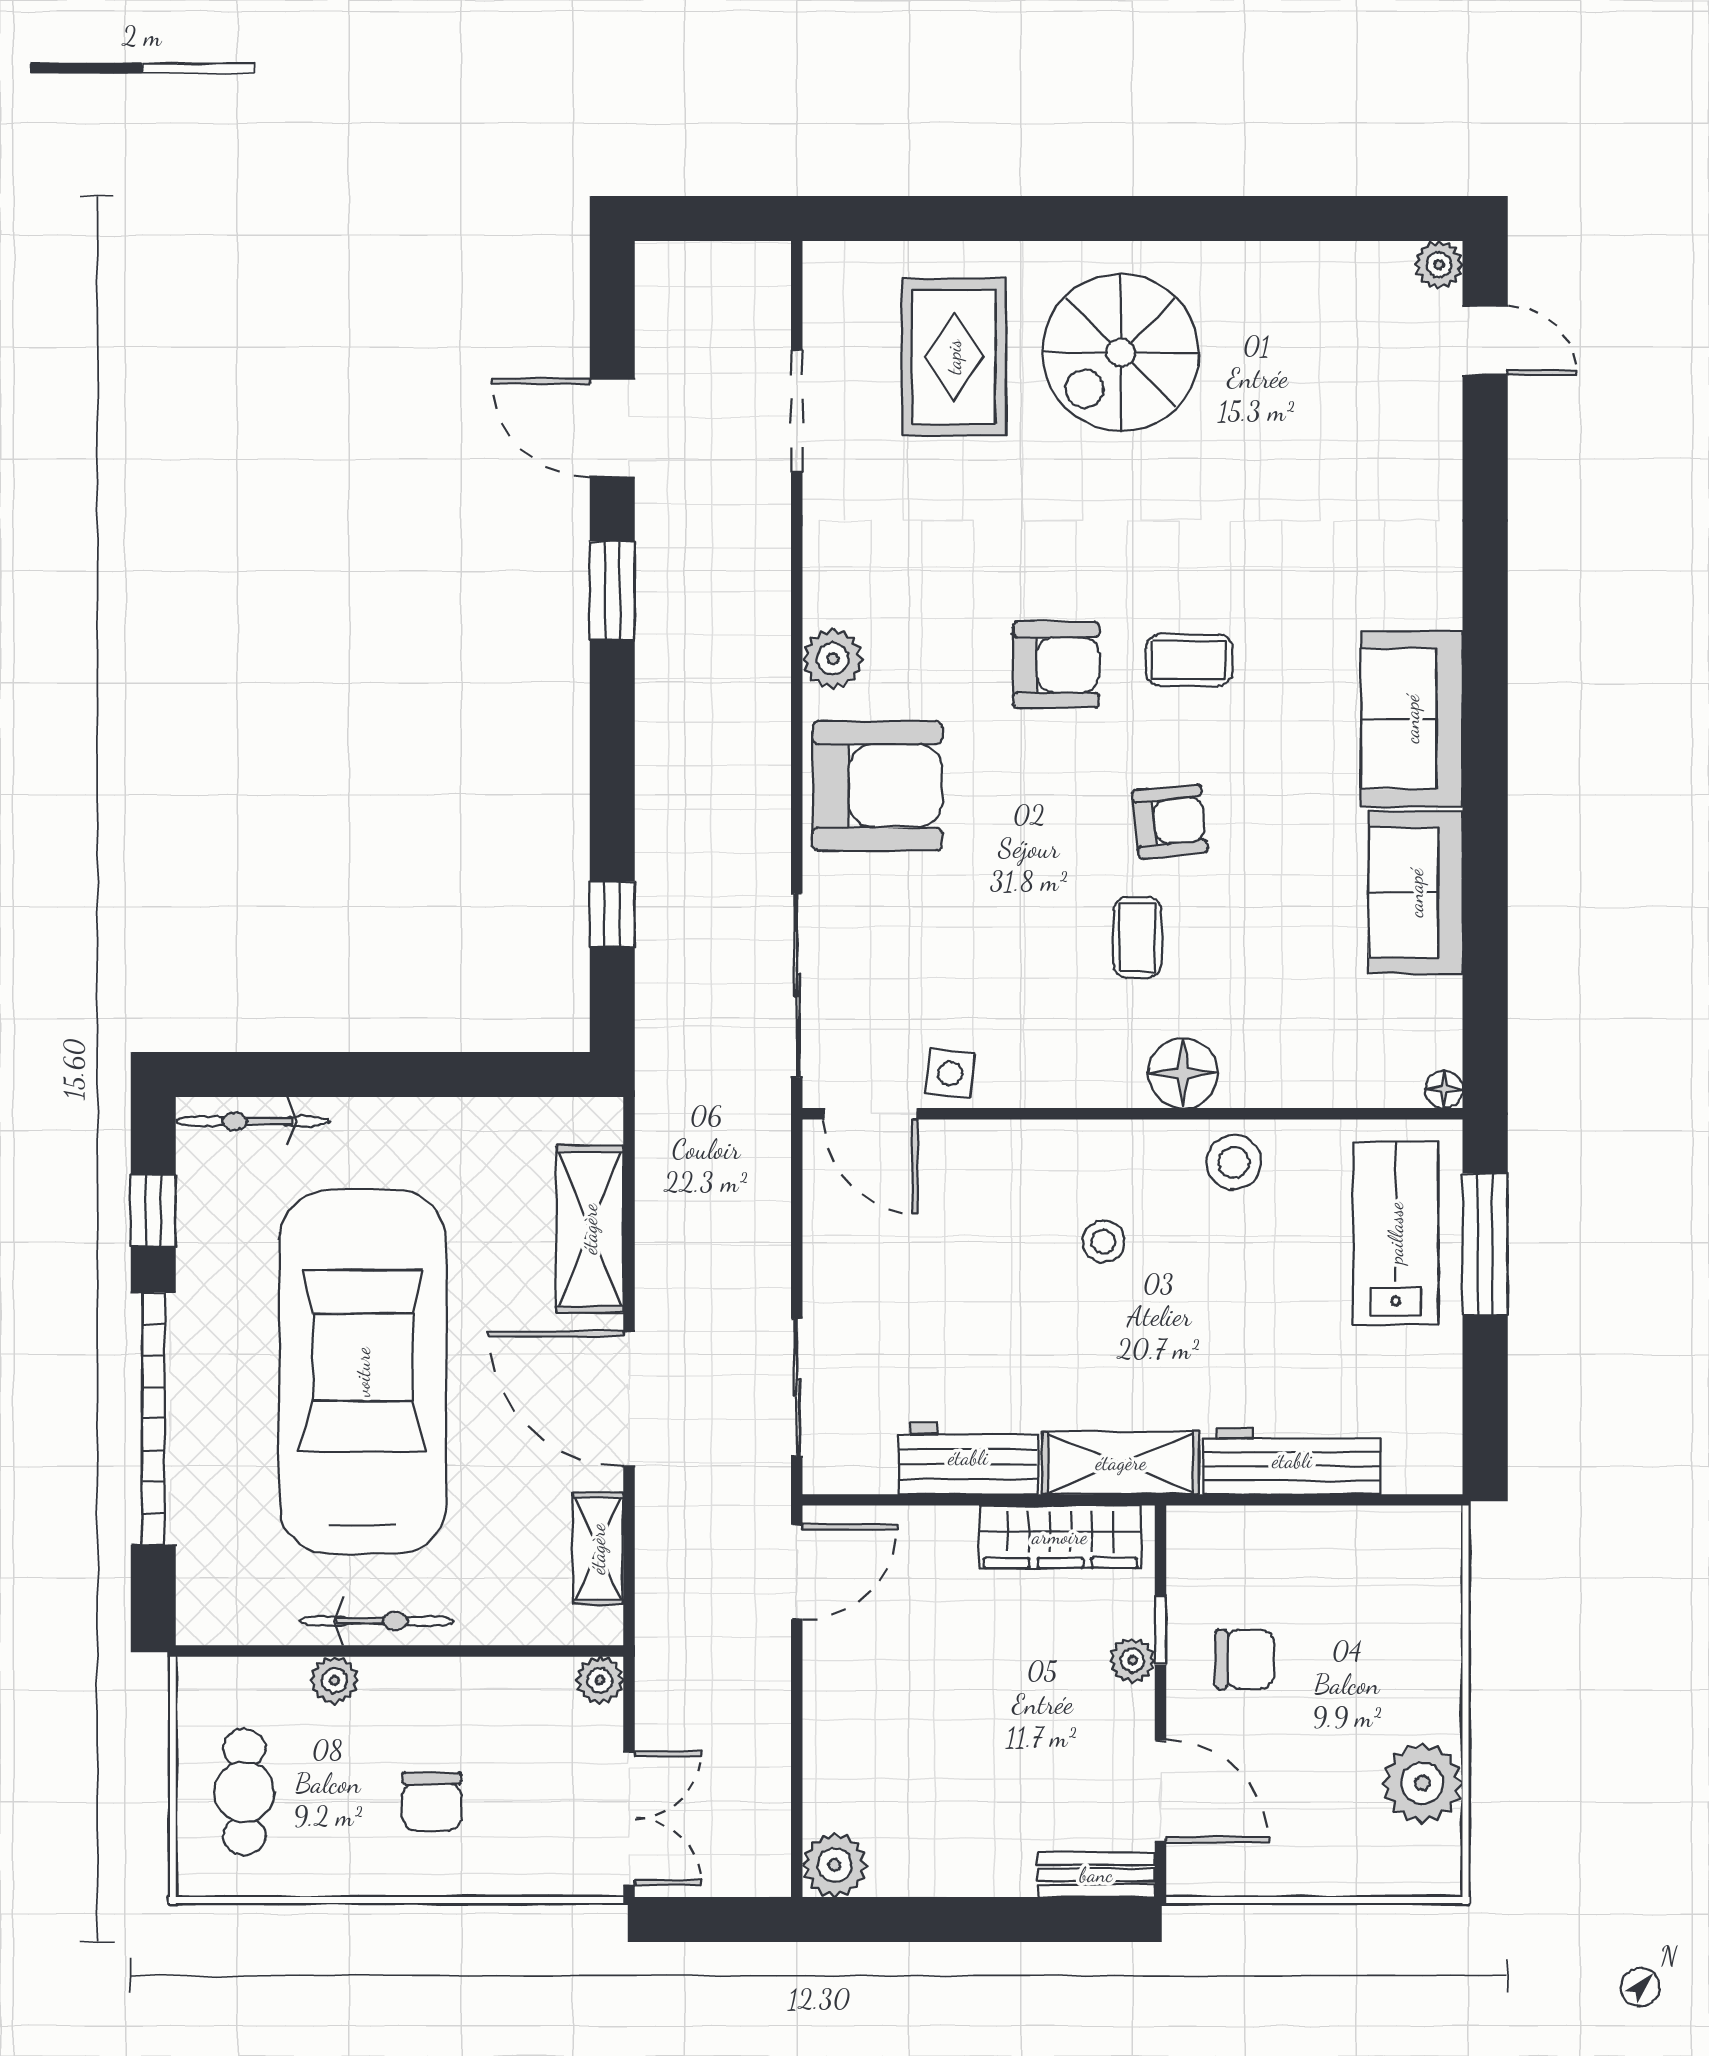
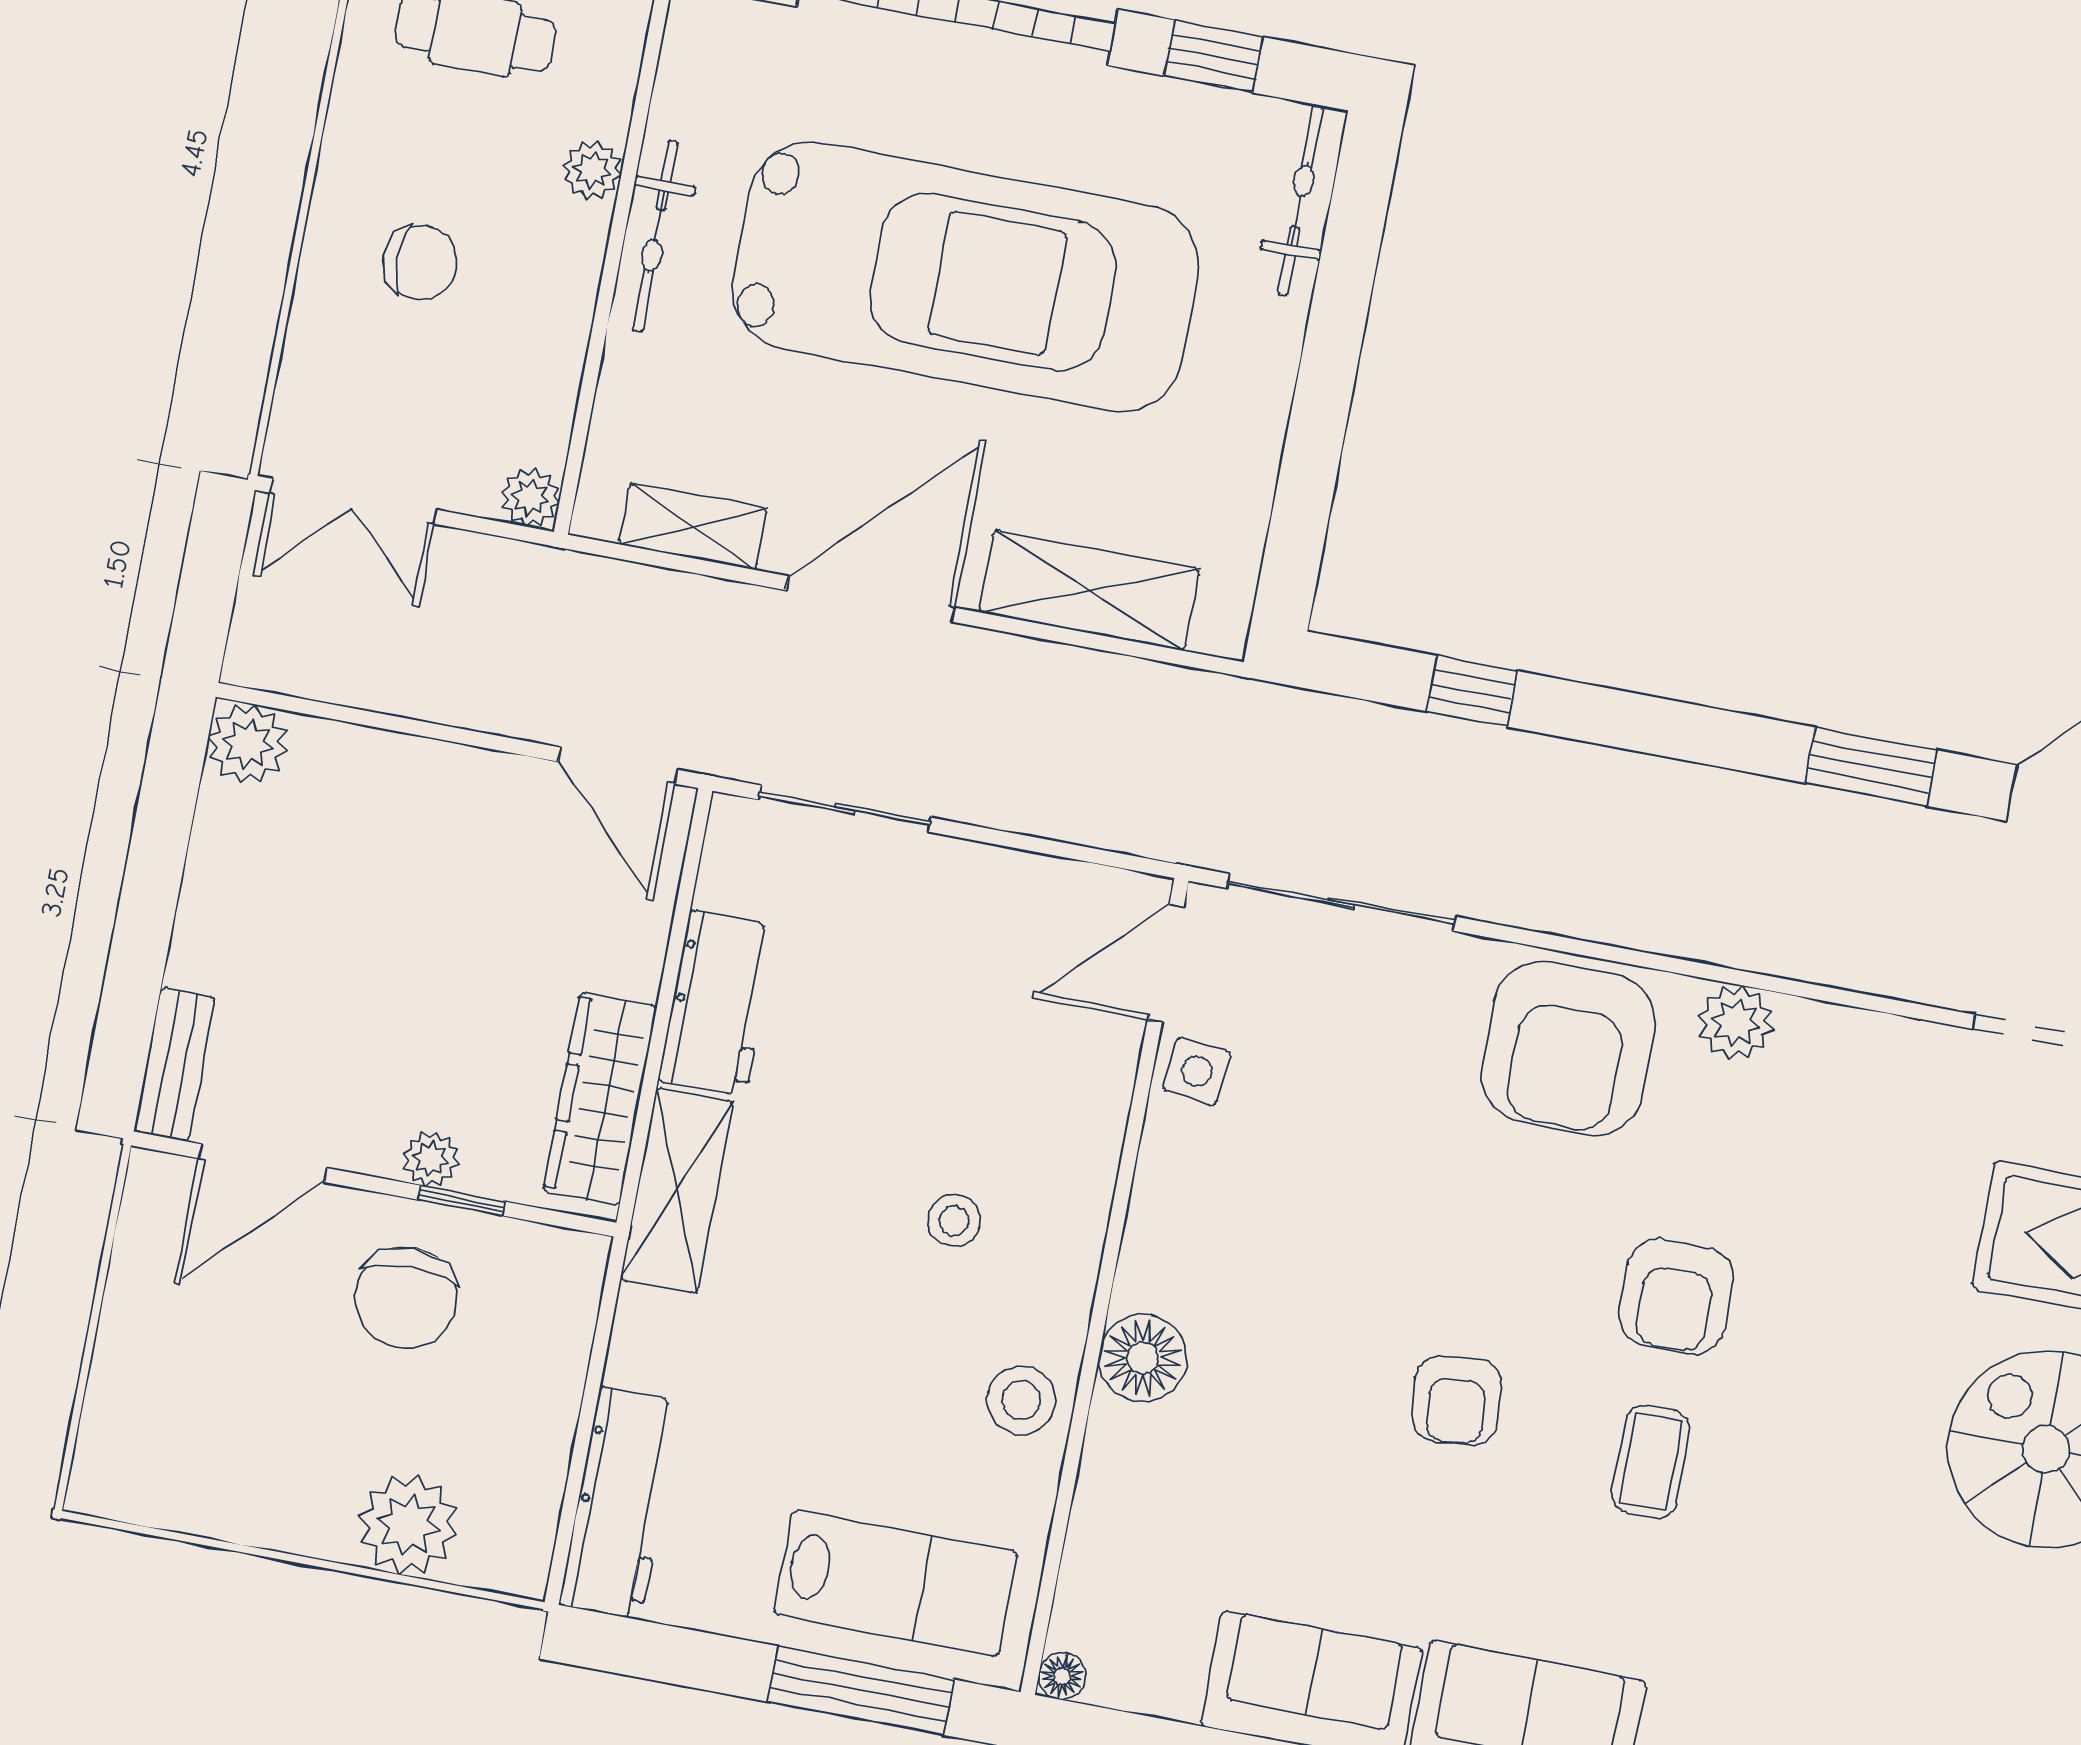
coffee table: (1137, 938) -> (1321, 1334), removed
workbench: (1292, 1461) -> (620, 1503), moved
chair: (1245, 1659) -> (406, 1298), width x1.37, depth x1.37
plant: (1422, 1783) -> (408, 1525), moved
chair: (432, 1802) -> (420, 262), turned 180

